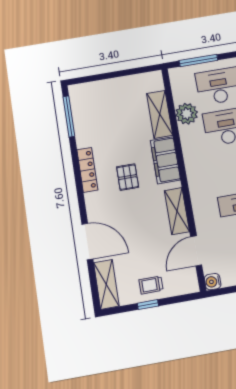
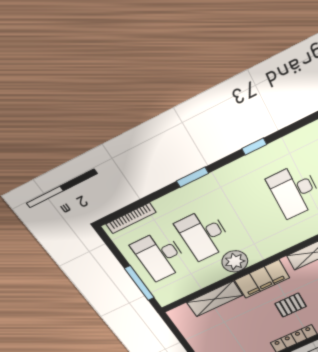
plant: (187, 114) -> (235, 261), moved

